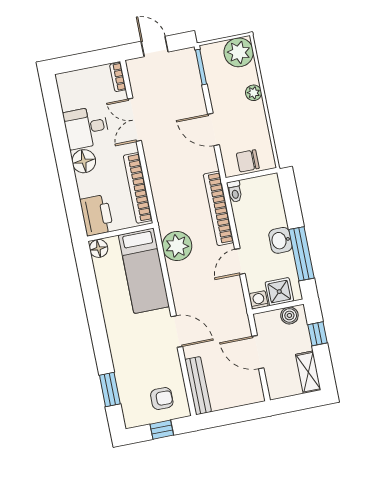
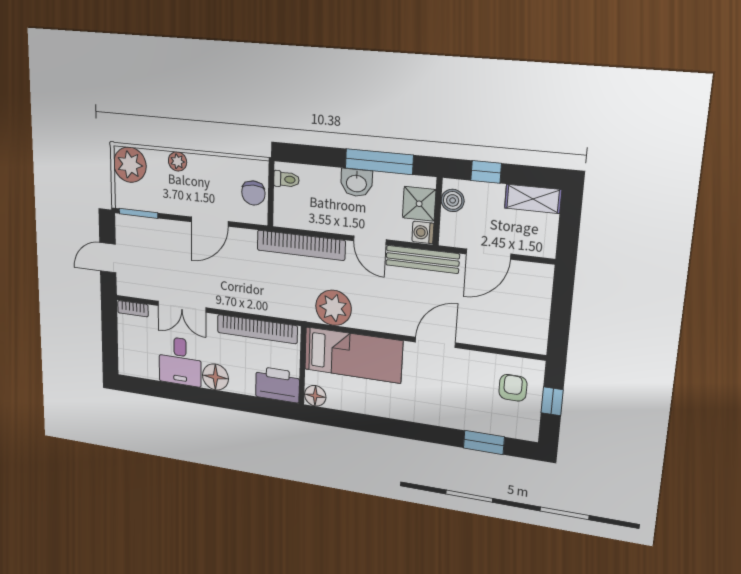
toilet: (235, 191) -> (286, 179), moved
bench: (198, 386) -> (422, 259), moved

